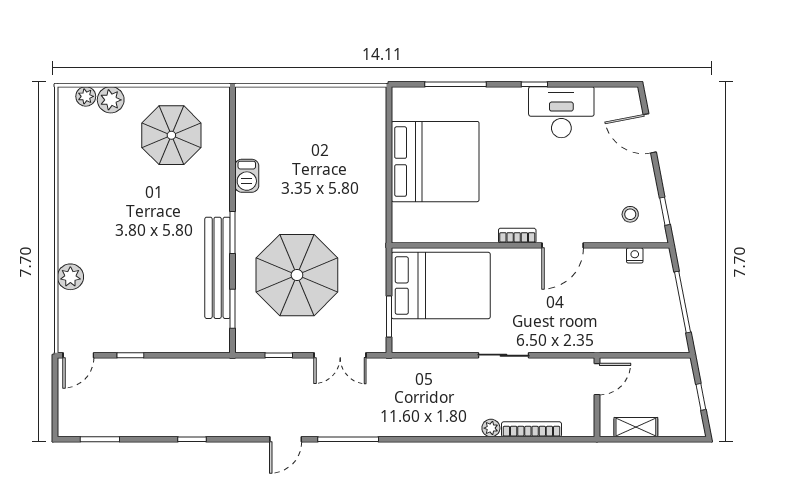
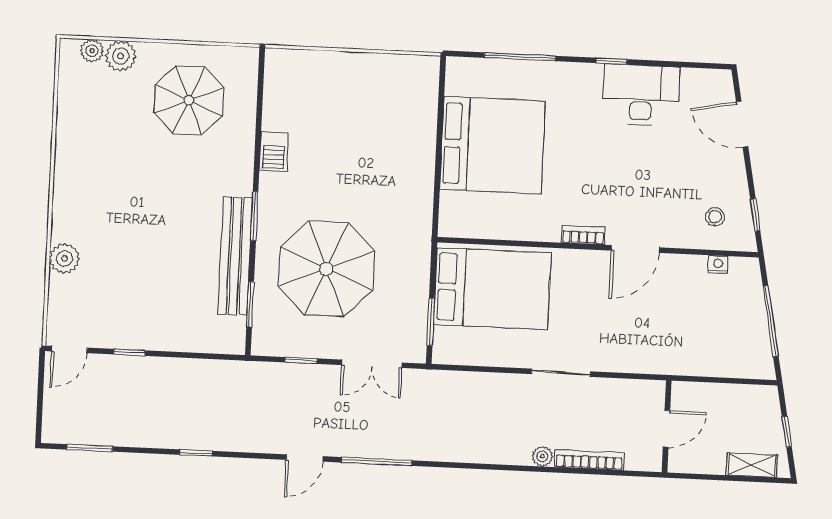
door: (597, 379) -> (667, 429), moved
shelving: (636, 427) -> (752, 465), moved

